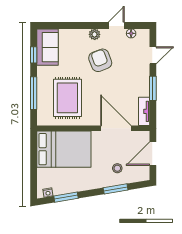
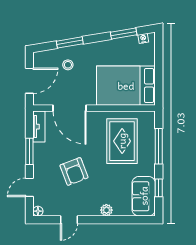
floor lamp: (131, 33) -> (38, 211), moved
plant: (95, 34) -> (106, 210), moved
armchair: (100, 60) -> (74, 171), moved

